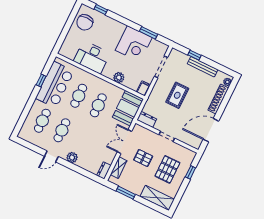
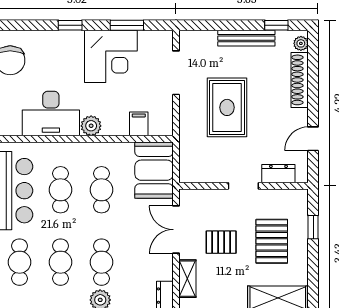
window: (101, 9) -> (70, 25), moved
window: (194, 55) -> (276, 25), moved
plant: (119, 78) -> (91, 126), moved
filing cabinet: (143, 88) -> (139, 124), moved
rug: (177, 95) -> (227, 107), width x1.36, depth x1.43
dresser: (147, 119) -> (278, 174), moved
door: (211, 130) -> (313, 139), width x0.53
cafe table: (81, 140) -> (101, 262), added

